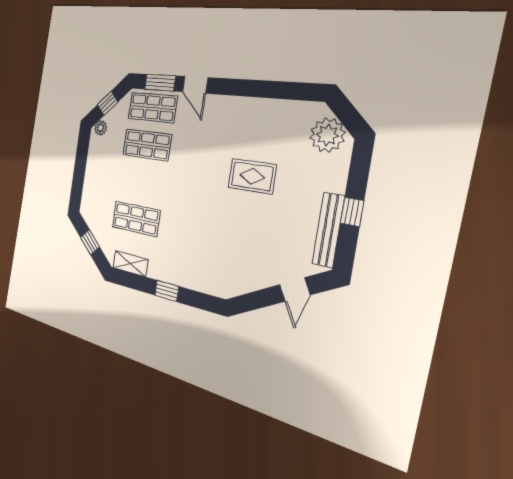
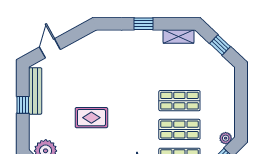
shop shelf: (136, 219) -> (179, 101), moved

